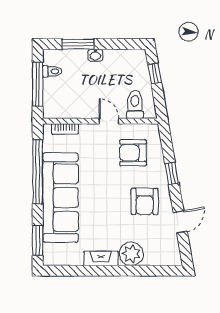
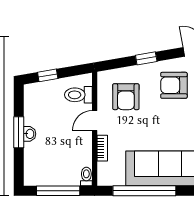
window: (78, 44) -> (19, 132), moved
toilet: (52, 71) -> (86, 176), moved
bookcase: (65, 129) -> (102, 148), moved
armchair: (145, 202) -> (174, 85), turned 180

